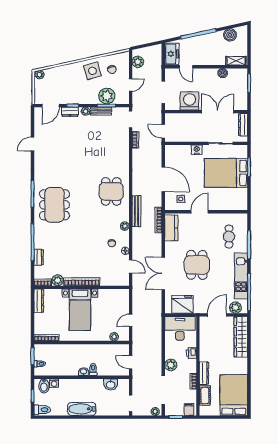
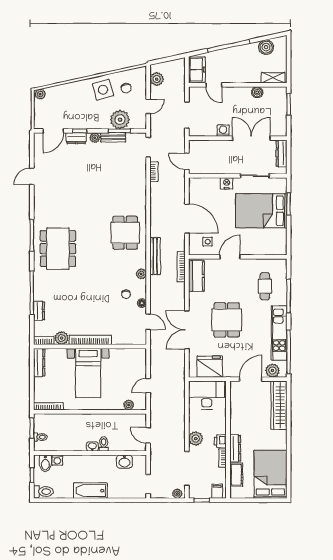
washing machine: (189, 101) -> (223, 131), width x0.53, depth x0.53
printer: (191, 353) -> (220, 441), moved

